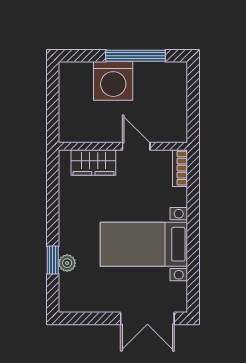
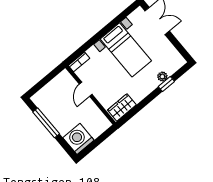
washing machine: (113, 81) -> (78, 139), moved, turned -90
wardrobe: (93, 163) -> (122, 107), moved, turned -90

